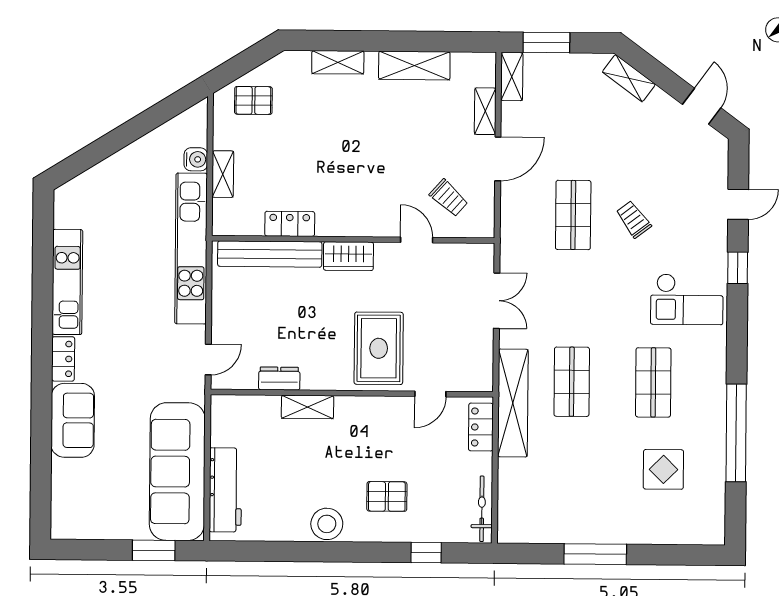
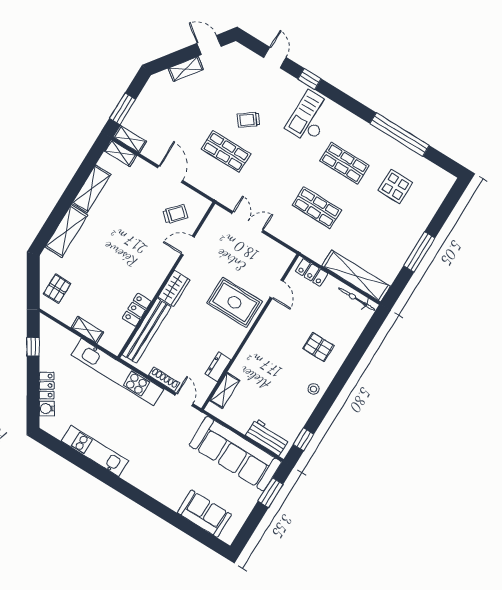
shelving: (338, 62) -> (66, 231), width x1.50, depth x1.33
shelving: (629, 78) -> (186, 69), moved
shelving: (485, 111) -> (120, 153), moved
window: (157, 115) -> (33, 347), added
water cooler: (196, 159) -> (47, 409), moved, turned -122
checkout: (687, 299) -> (310, 117), turned 180
shoe rack: (219, 316) -> (164, 379), added
locker: (63, 359) -> (47, 386), moved, turned 58
shelving: (513, 403) -> (356, 276), moved
shelving: (307, 407) -> (225, 390), moved
sofa: (73, 420) -> (204, 514), moved
workbench: (225, 490) -> (267, 437), width x0.73
pallet: (387, 496) -> (318, 347), turned 90
stool: (327, 524) -> (314, 389), width x0.53, depth x0.53
window: (426, 553) -> (303, 439), moved

